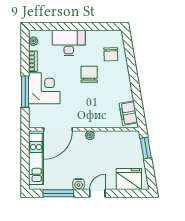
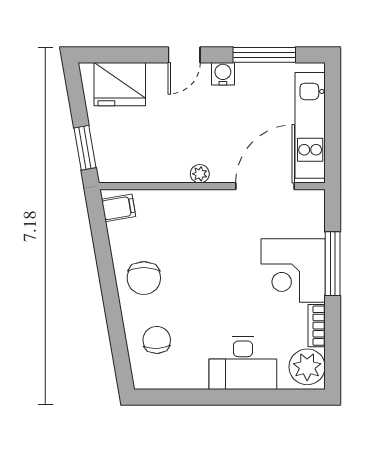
plant: (33, 41) -> (307, 367), width x1.87, depth x1.87
chair: (89, 74) -> (144, 278), moved
filing cabinet: (128, 113) -> (119, 208), width x0.50

